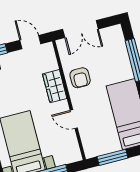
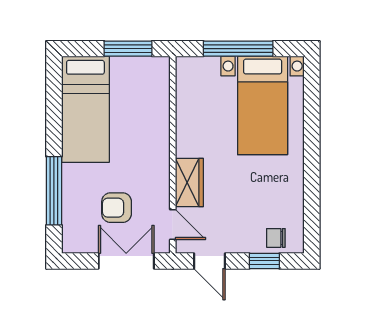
armchair: (80, 78) -> (117, 208), moved, turned -90
door: (74, 119) -> (173, 225), moved

